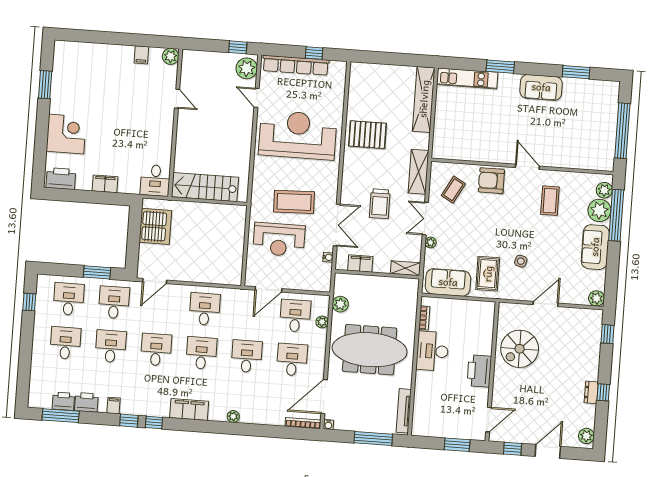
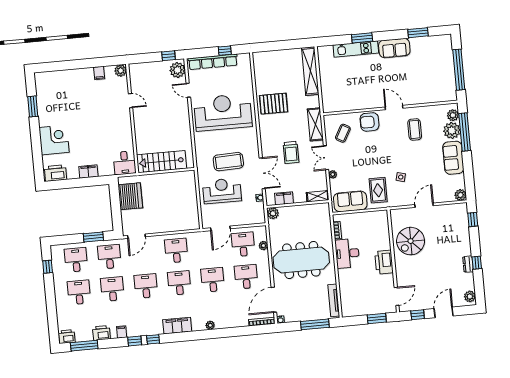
kitchen unit: (467, 78) -> (356, 49), moved
reception desk: (279, 240) -> (222, 191), turned 180
plant: (340, 304) -> (273, 213), moved
printer: (63, 401) -> (67, 337), moved

